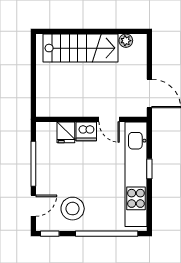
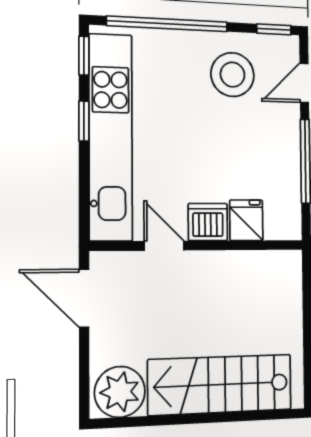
plant: (126, 41) -> (120, 392), width x1.87, depth x1.87
window: (149, 169) -> (84, 121), moved
window: (149, 215) -> (84, 56), added

